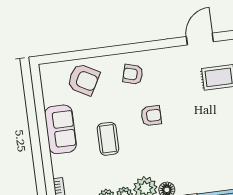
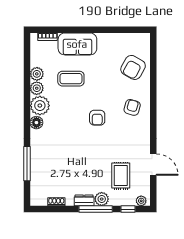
sofa: (60, 129) -> (77, 44), moved
coffee table: (108, 139) -> (71, 79), moved

